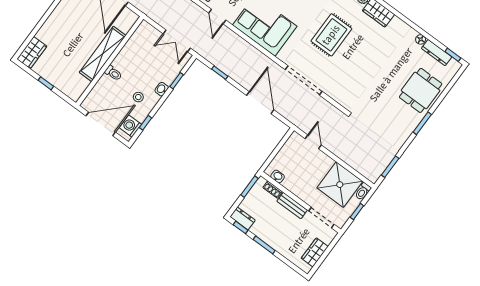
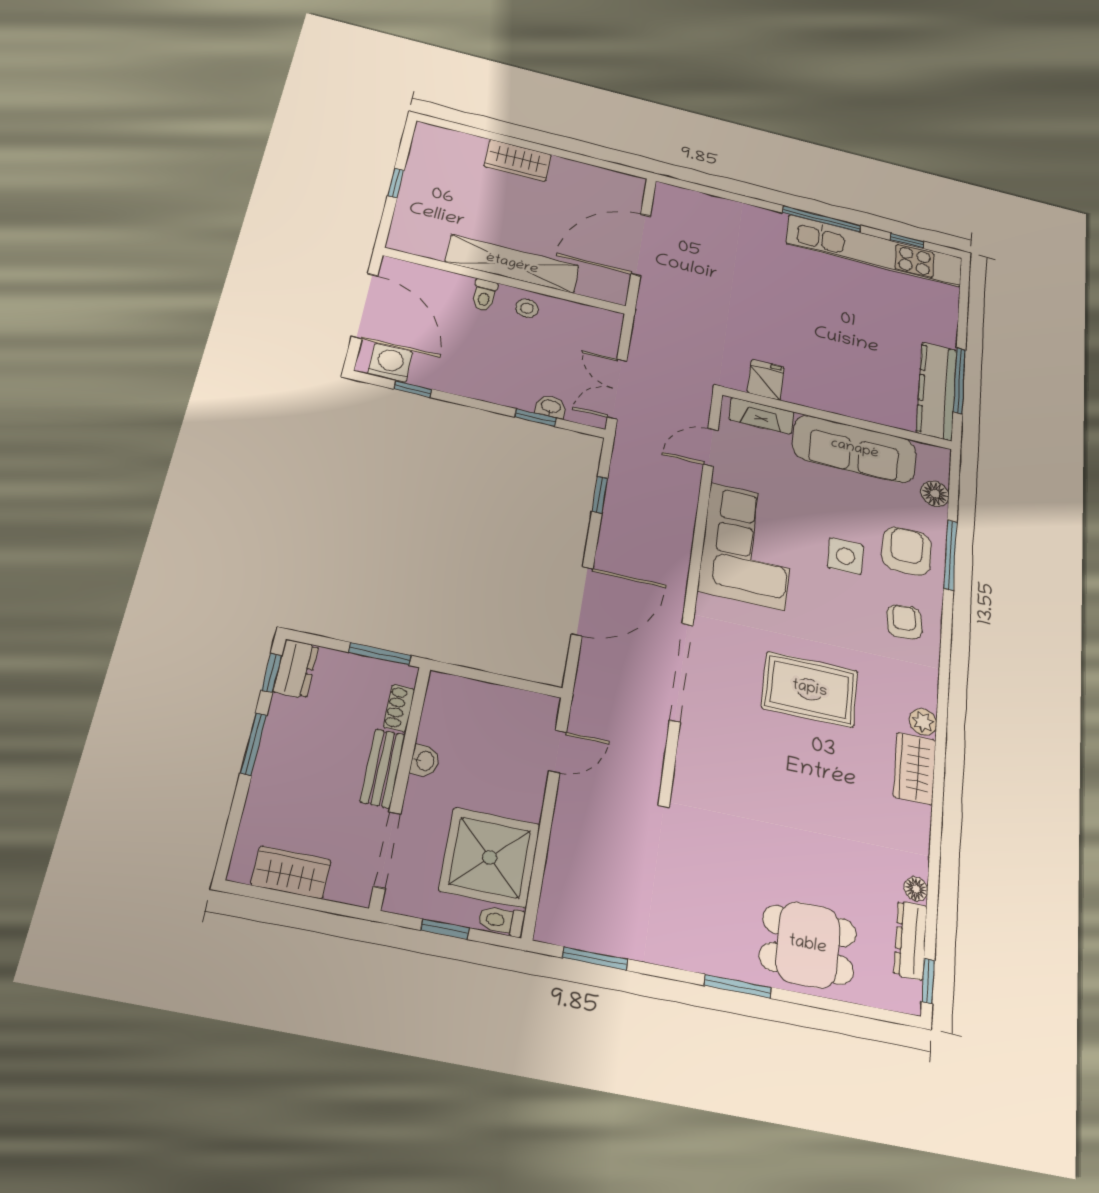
wardrobe: (32, 53) -> (518, 160), moved
washbasin: (162, 89) -> (551, 407), moved
stool: (138, 97) -> (527, 308), moved
washbasin: (278, 176) -> (425, 761), moved

